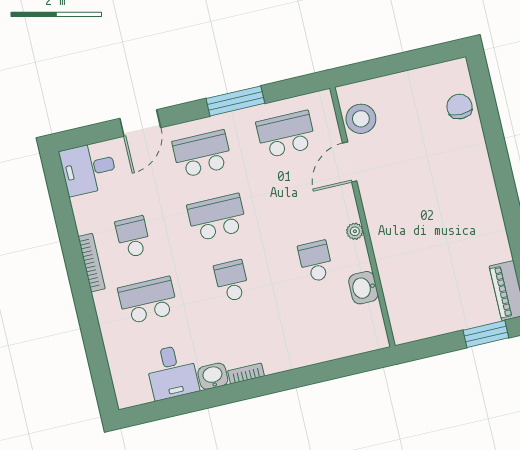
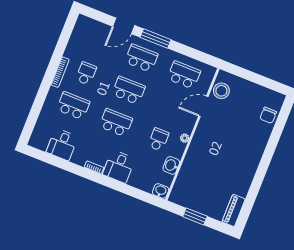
window: (235, 101) -> (156, 39), moved
chair: (459, 107) -> (268, 115), turned 180
desk: (88, 169) -> (119, 166), moved, turned -90
school desk: (232, 281) -> (116, 123), width x1.85
window: (486, 334) -> (195, 216), moved
washbasin: (213, 376) -> (161, 191), moved

